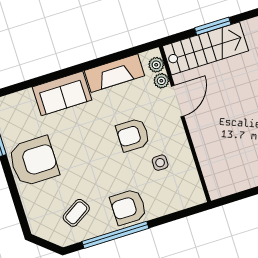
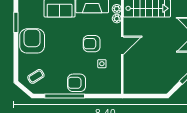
door: (178, 101) -> (122, 45), moved
armchair: (34, 161) -> (32, 41), turned -90
coffee table: (76, 213) -> (36, 76), moved

